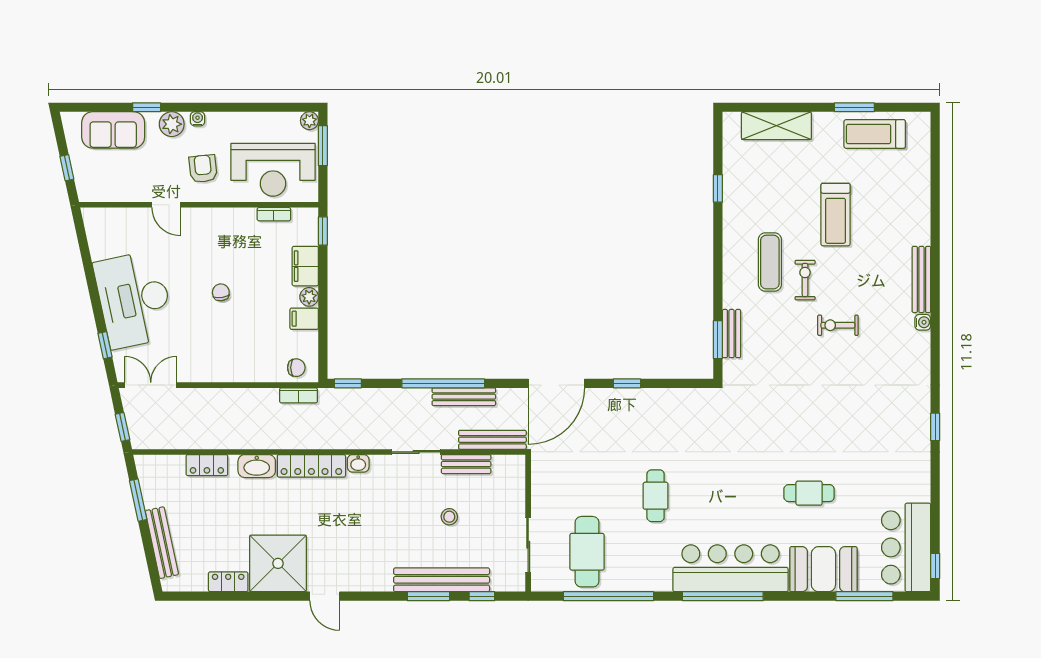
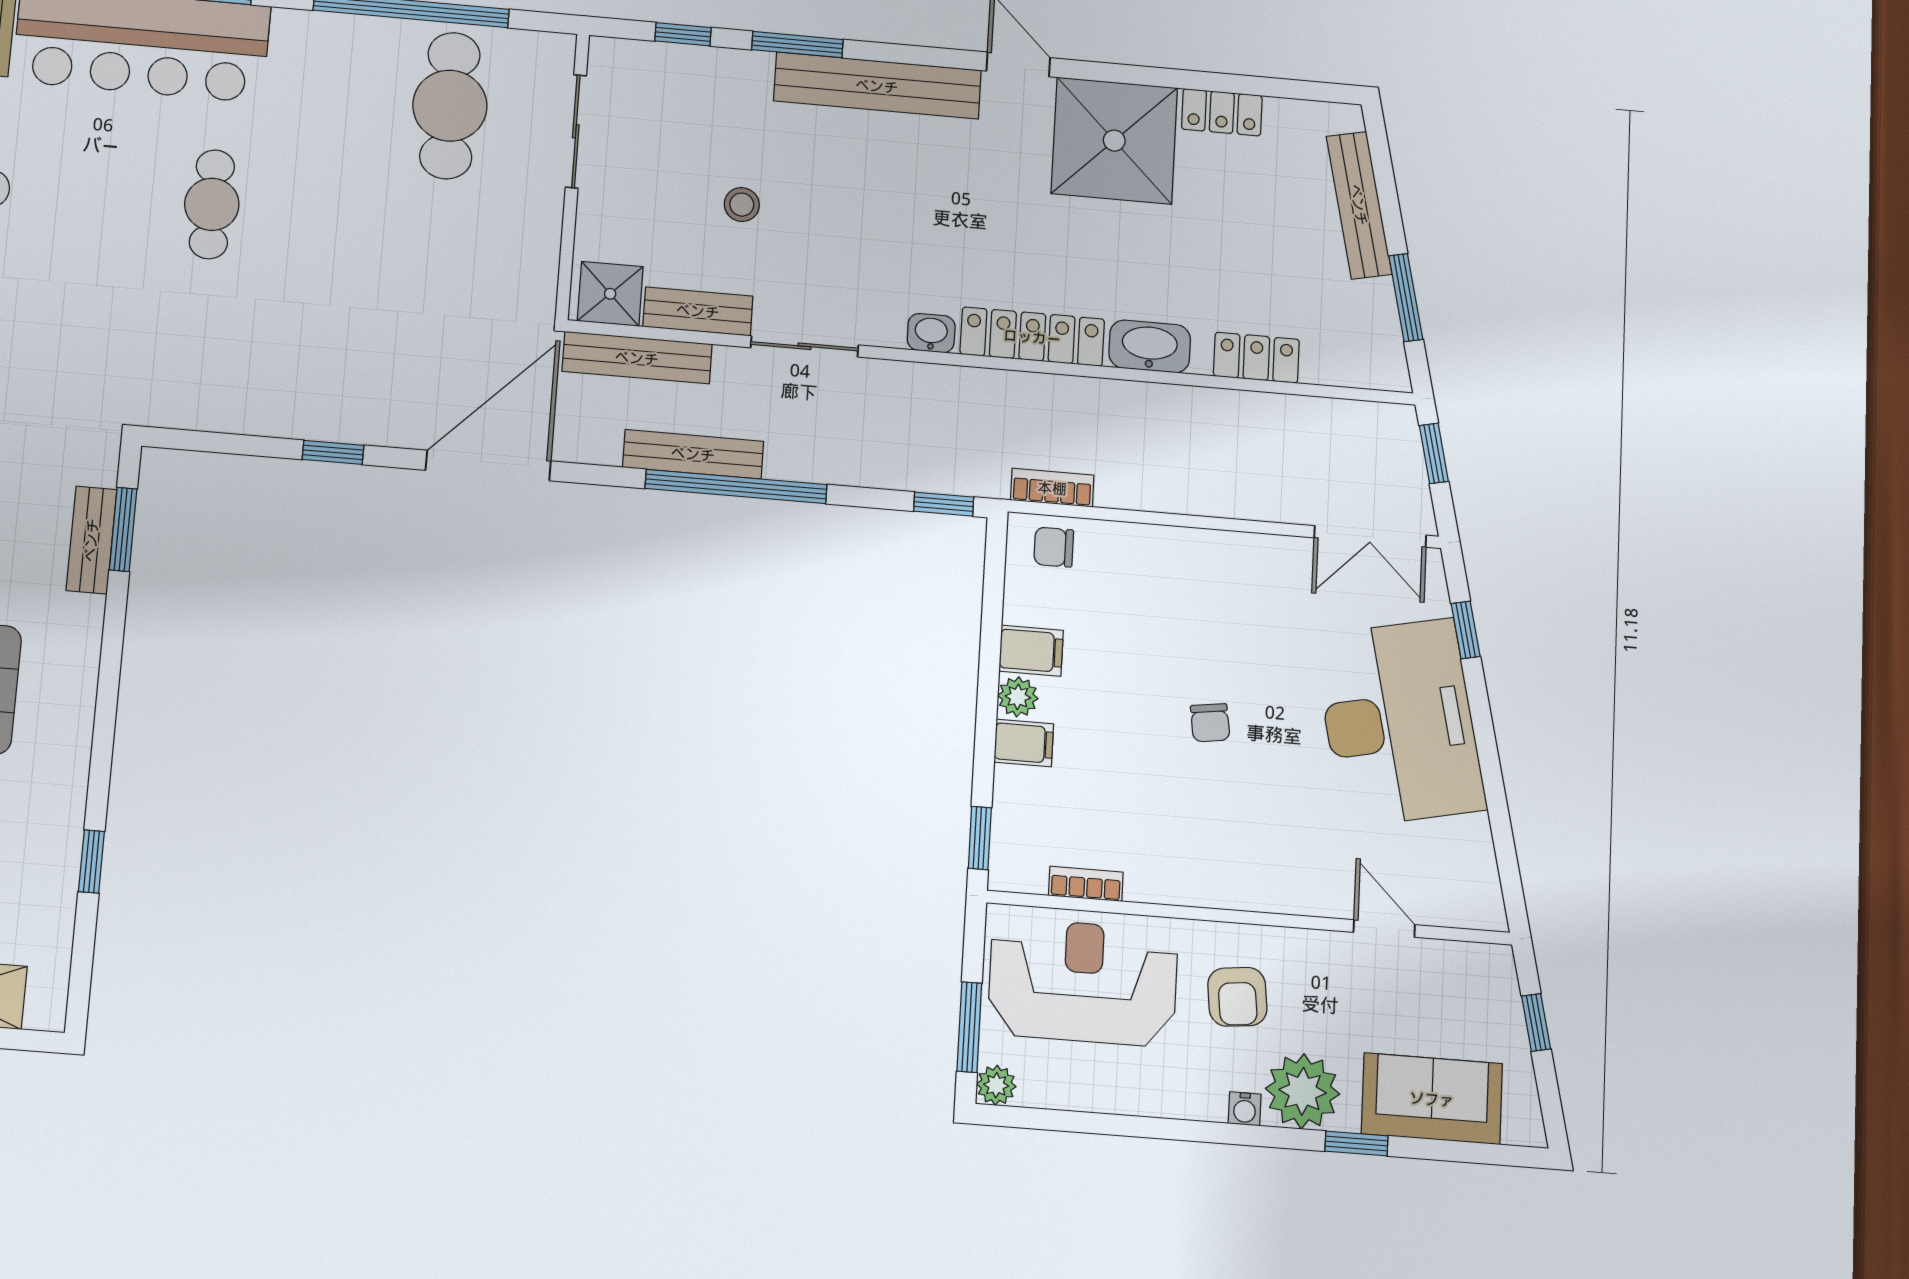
plant: (172, 124) -> (1303, 1091), width x1.36, depth x1.36
door: (166, 205) -> (1384, 928), moved
filing cabinet: (305, 266) -> (1024, 743), width x0.50
shower: (507, 469) -> (610, 294), added
cafe table: (656, 496) -> (212, 204), moved
bench: (442, 580) -> (877, 86), moved

